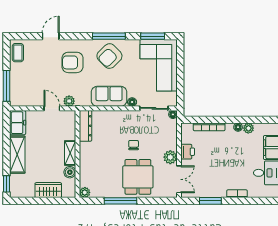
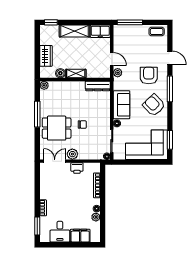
window: (109, 36) -> (170, 89), moved
door: (52, 108) -> (112, 59), hinge flipped
double door: (179, 179) -> (55, 161), swing flipped
window: (210, 201) -> (37, 226), moved

